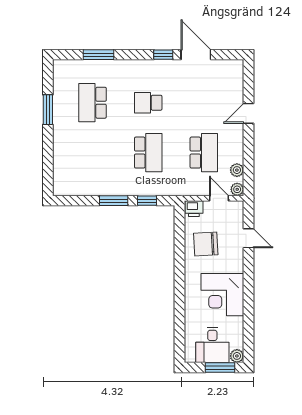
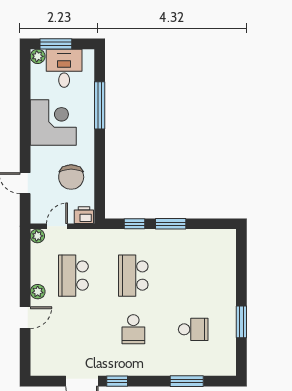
school desk: (93, 103) -> (193, 329), width x0.54
school desk: (148, 103) -> (133, 329), turned 90
plant: (237, 170) -> (38, 292), moved
door: (219, 198) -> (57, 226), swing flipped
chair: (206, 244) -> (71, 177), turned 93
window: (179, 310) -> (100, 105), added

